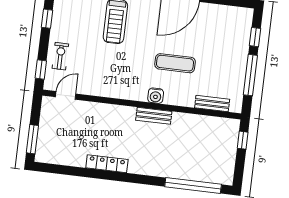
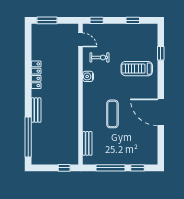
exercise bike: (60, 56) -> (99, 57), moved
water cooler: (156, 96) -> (88, 76), moved
bench: (154, 116) -> (36, 110), moved

